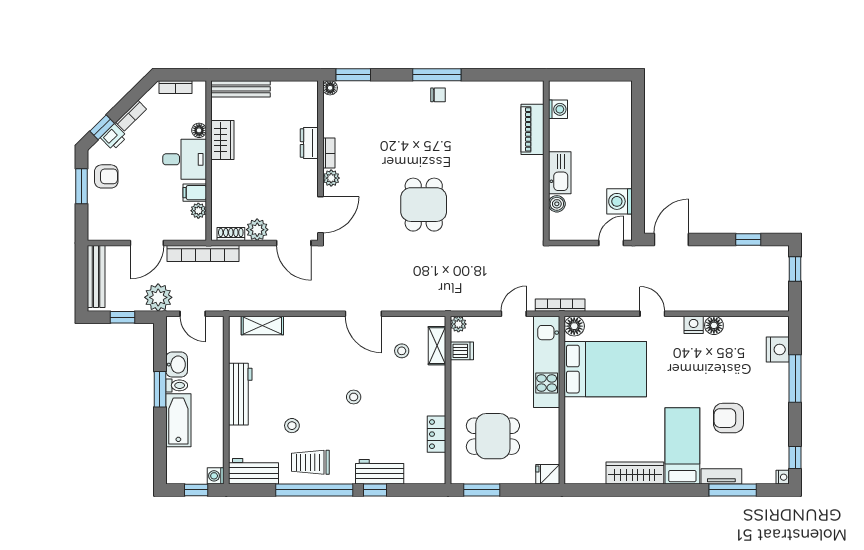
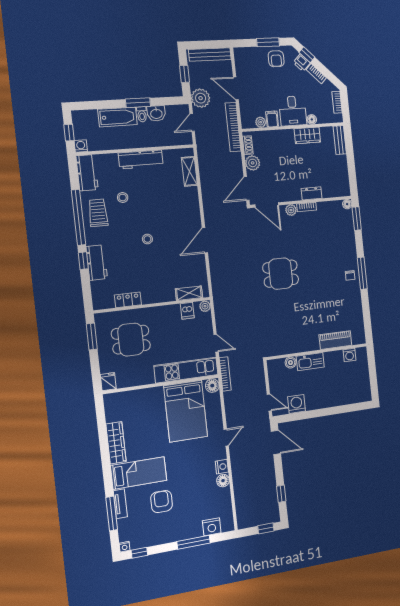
bench: (241, 89) -> (340, 140), width x0.73
stool: (402, 351) -> (183, 269), removed
dining table: (493, 436) -> (131, 340), turned 90

